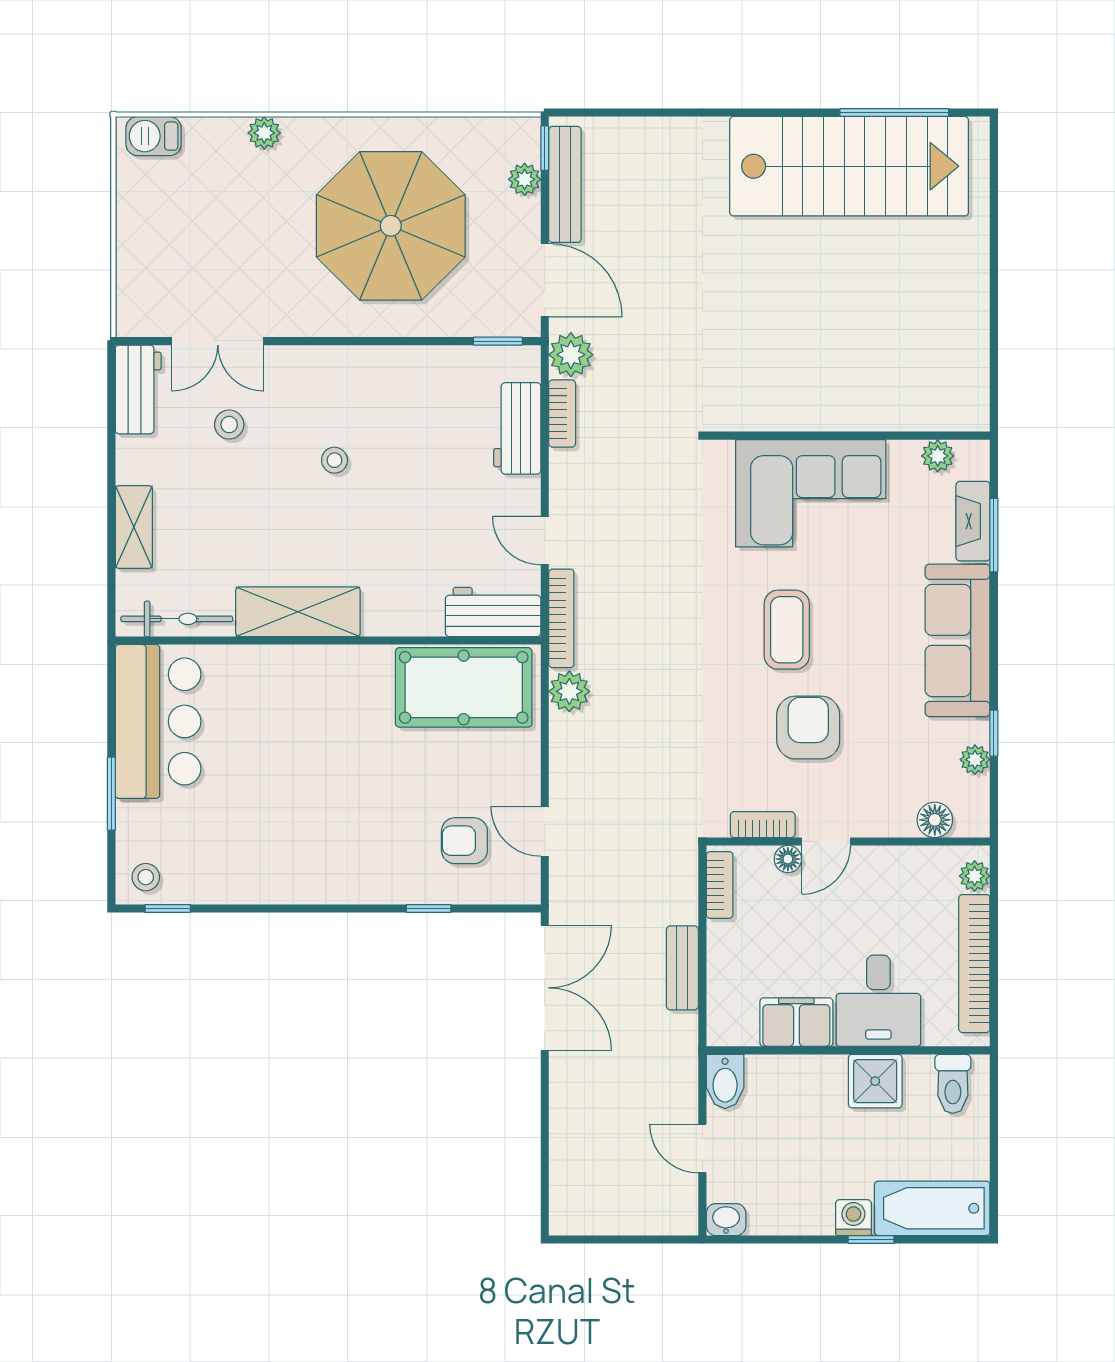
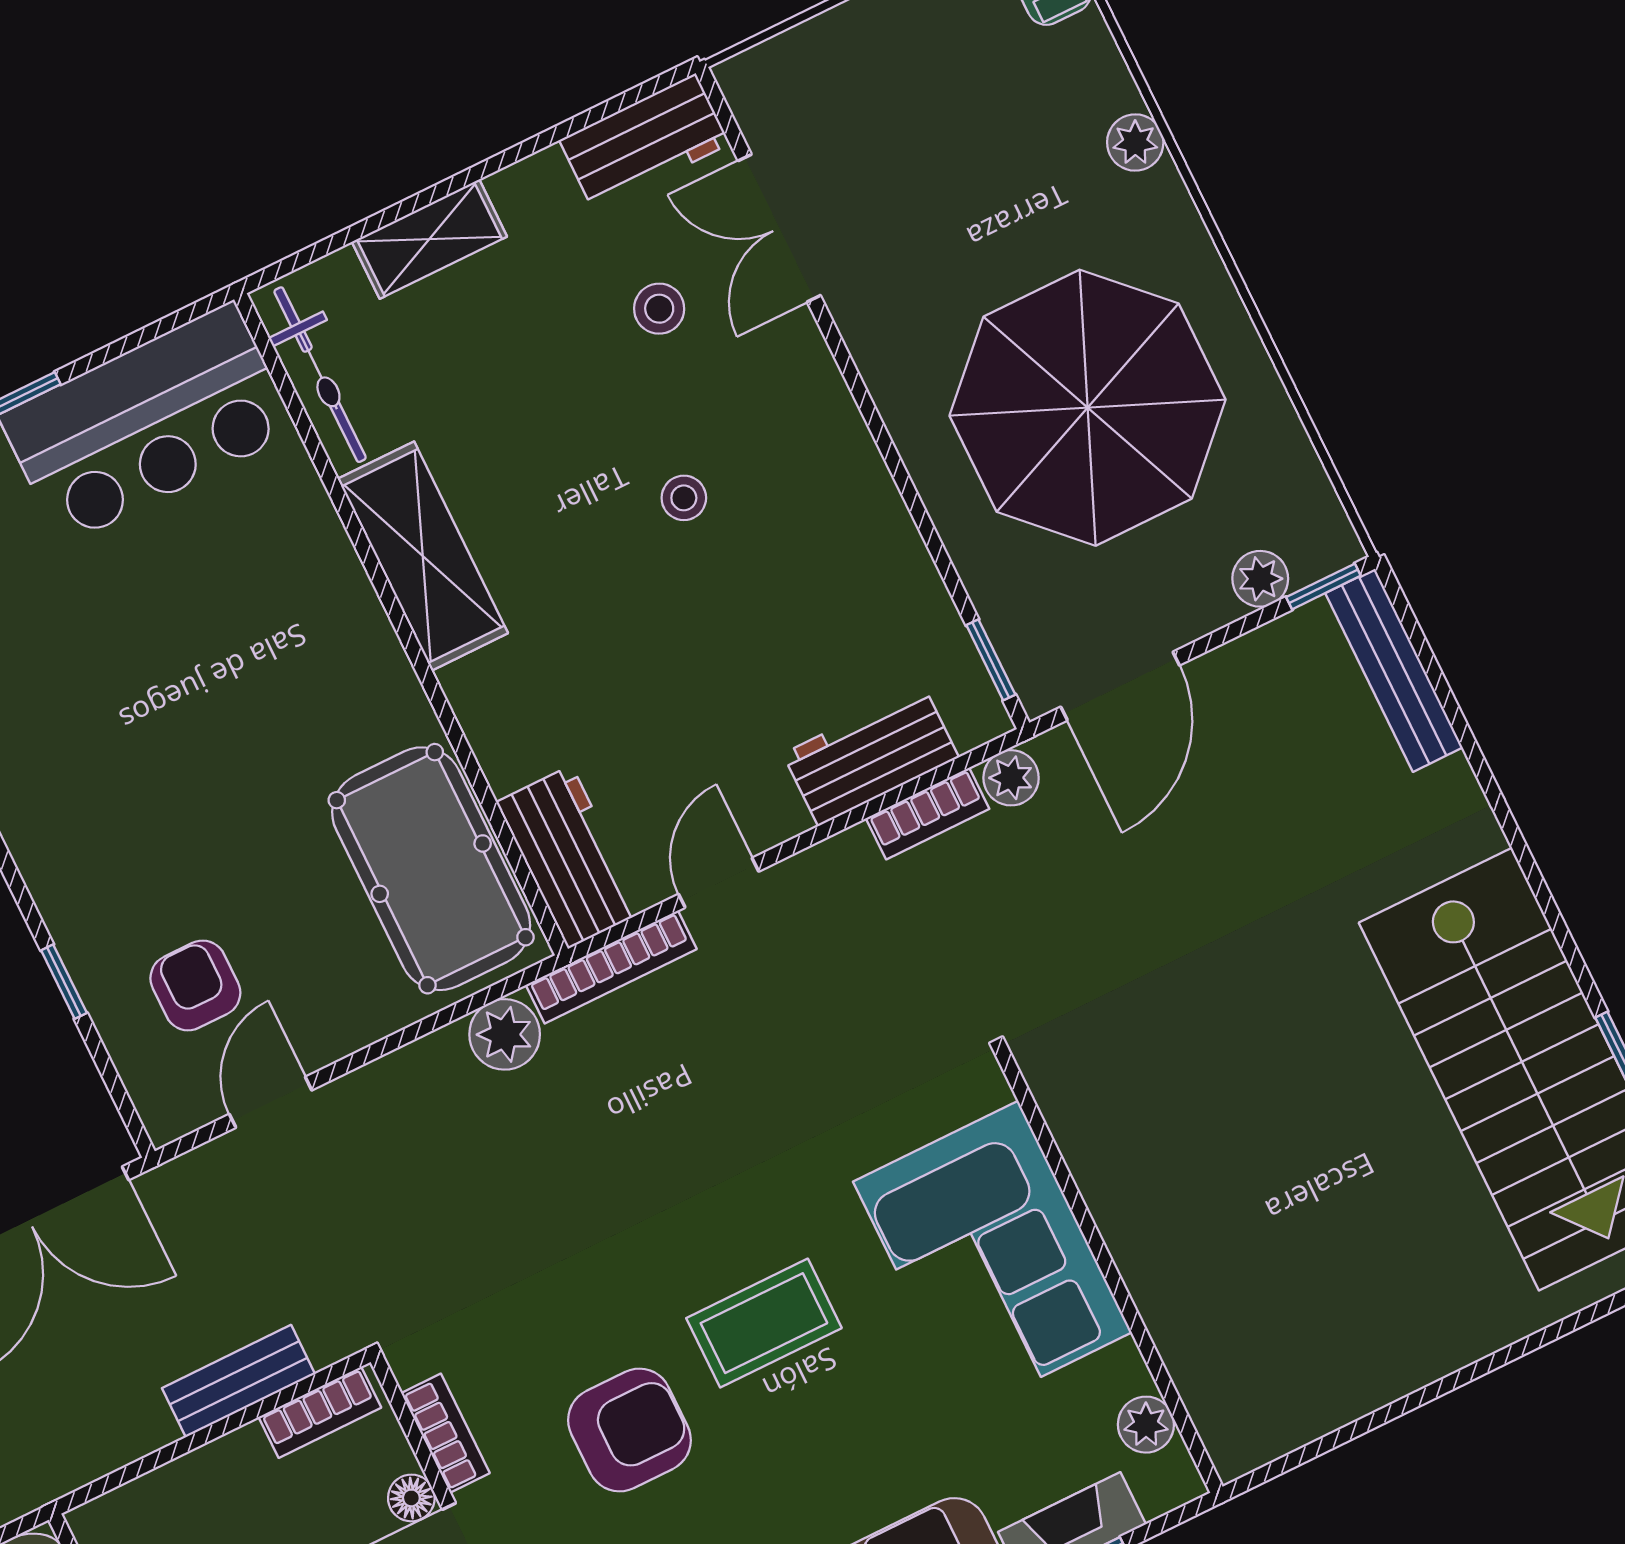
bench: (565, 184) -> (1394, 670), moved, turned 90
plant: (571, 355) -> (1011, 778), width x0.73, depth x0.73
bench: (682, 968) -> (239, 1381), moved

